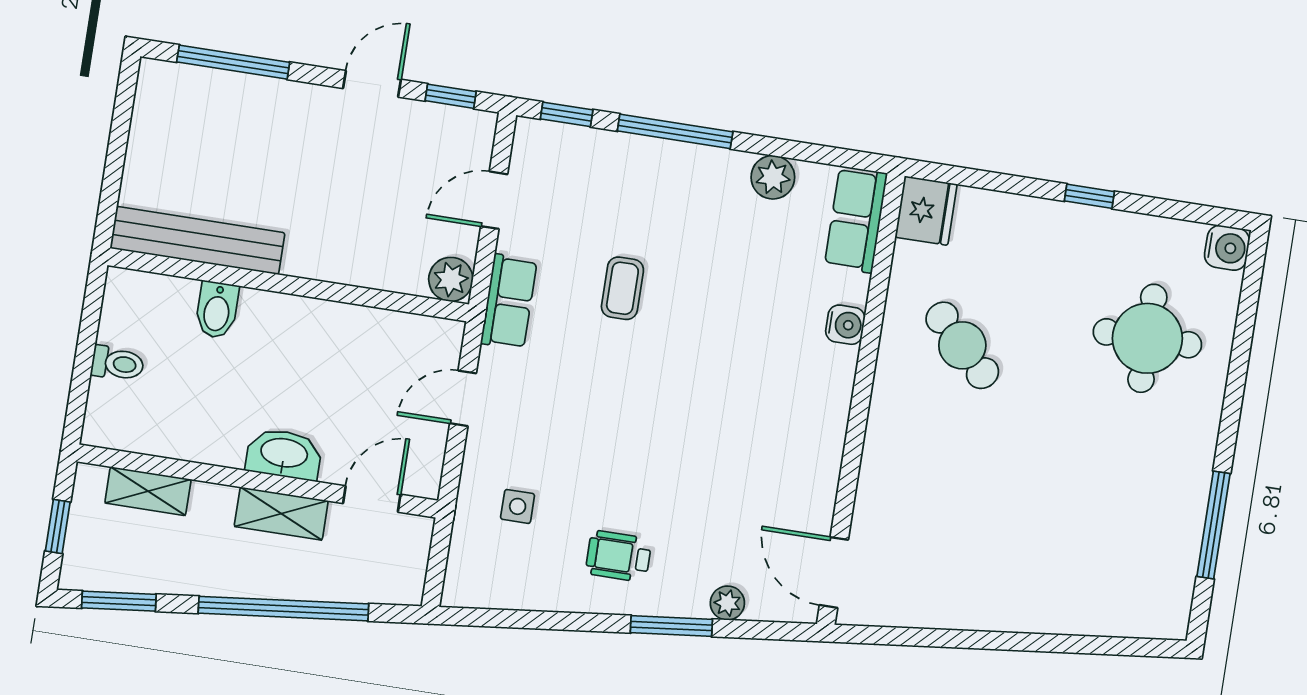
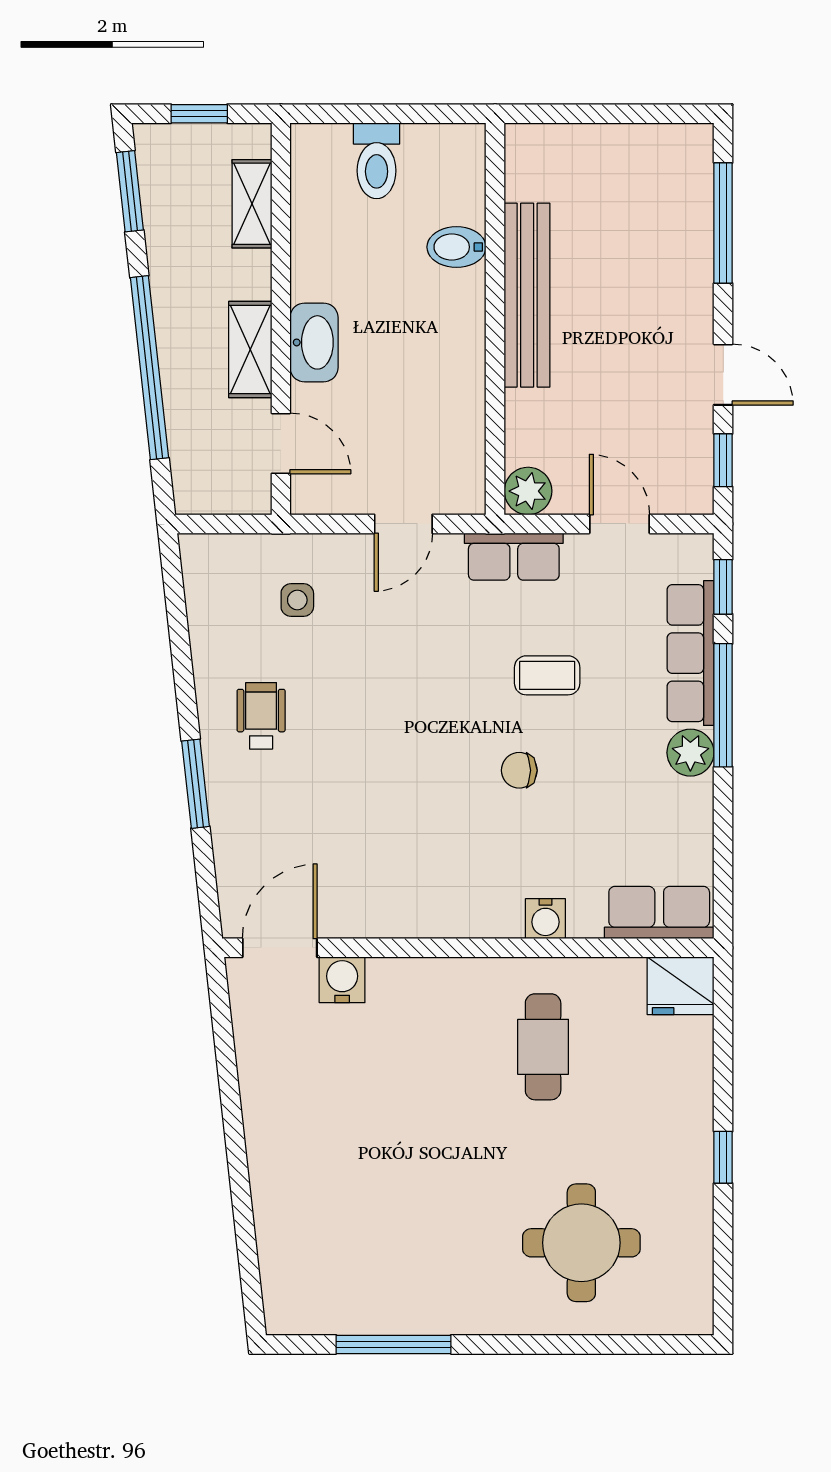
row of seats: (623, 154) -> (690, 653), added
plant: (773, 177) -> (690, 753), moved
bench: (197, 241) -> (527, 295), moved
water cooler: (1227, 248) -> (342, 980), moved, turned 180
chair: (705, 327) -> (519, 770), added
cafe table: (962, 345) -> (543, 1047), turned -45
toilet: (118, 363) -> (377, 161), width x1.37, depth x1.39
door: (463, 398) -> (403, 524), swing flipped
plant: (727, 603) -> (229, 840), removed

